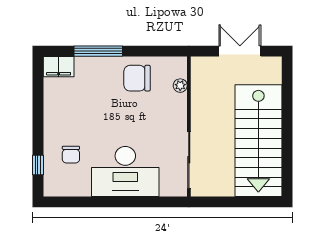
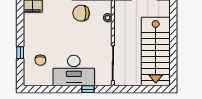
window: (38, 165) -> (20, 53), moved
window: (148, 202) -> (88, 89), added

